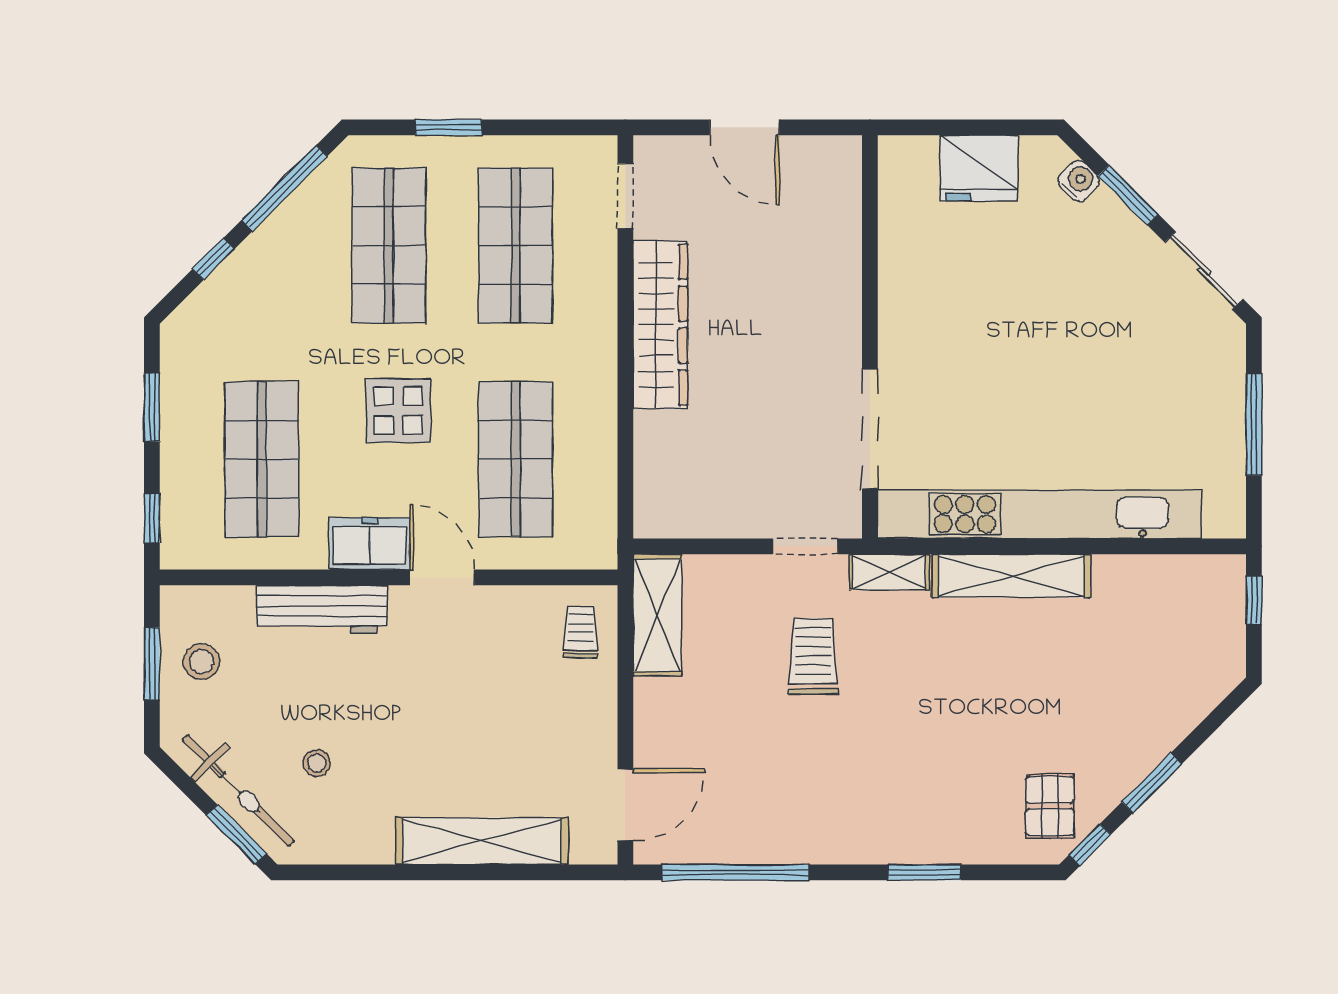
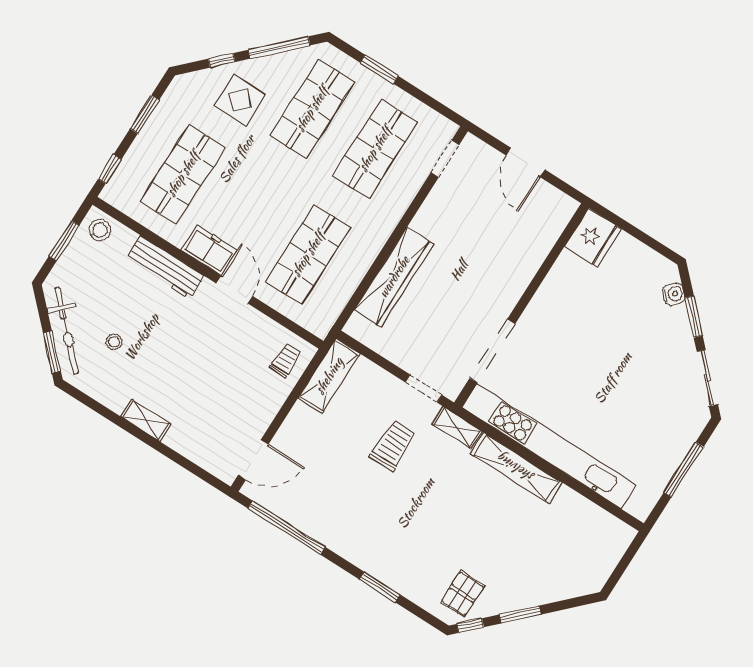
fridge: (979, 168) -> (593, 238), moved, turned -90
wardrobe: (660, 325) -> (394, 277), moved
display table: (398, 411) -> (240, 100), moved
window: (1254, 600) -> (628, 556), removed
stool: (201, 662) -> (100, 230), moved
shelving: (482, 841) -> (146, 420), width x0.45, depth x0.75

